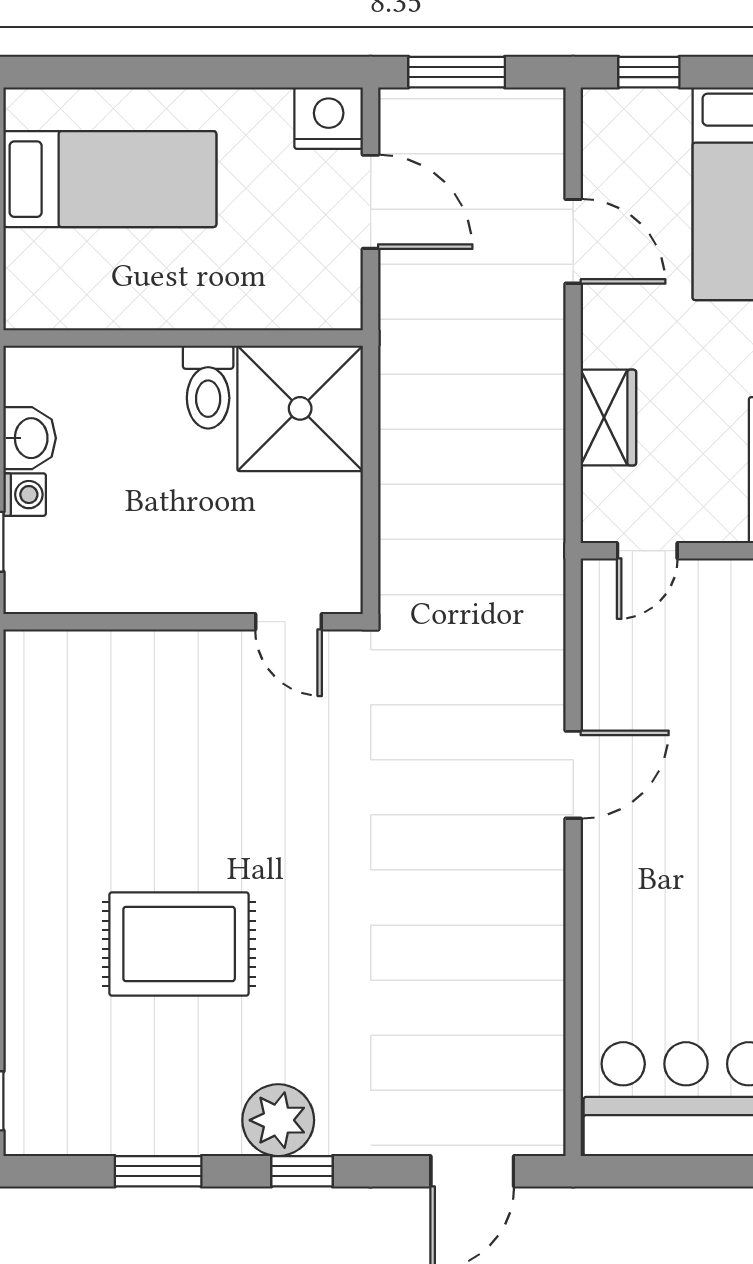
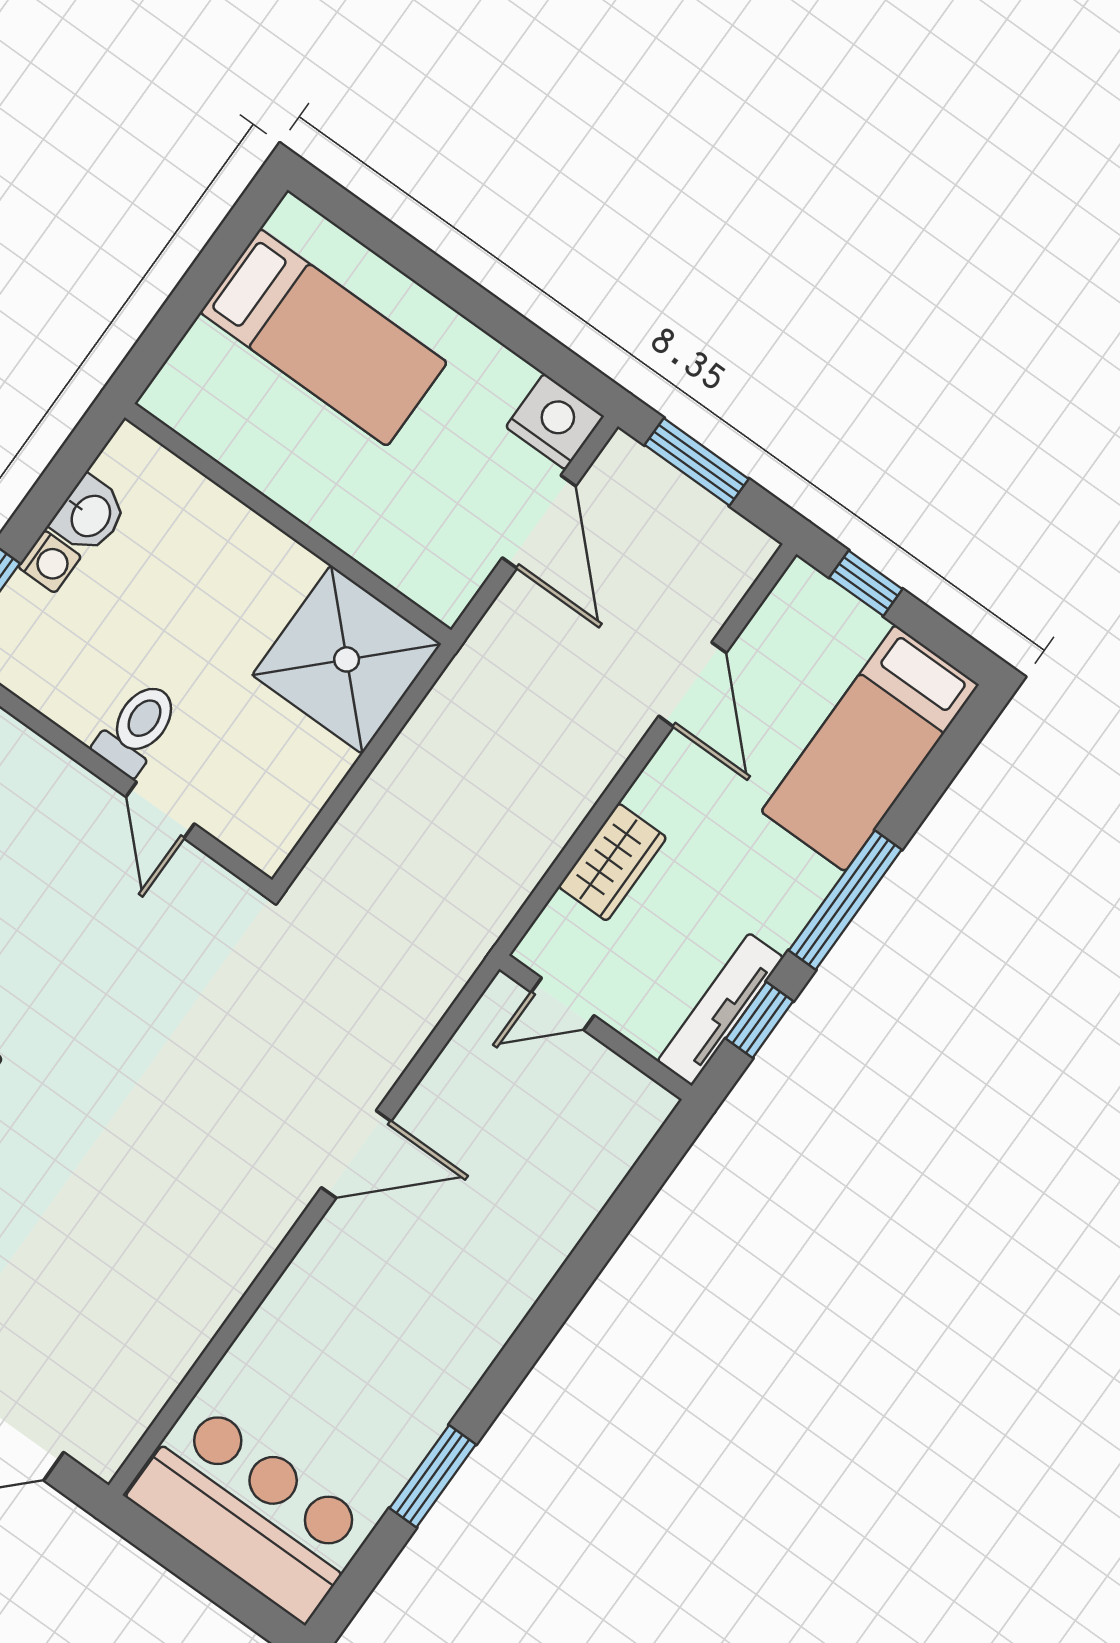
toilet: (208, 387) -> (137, 728), moved, turned 180
door: (289, 622) -> (160, 810), moved

